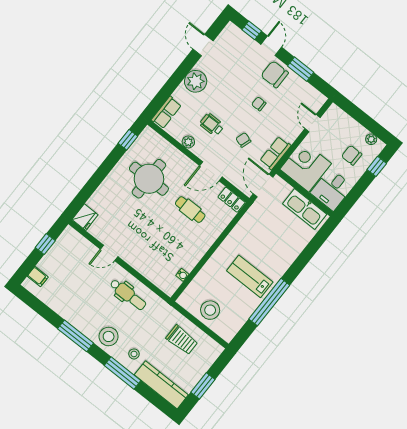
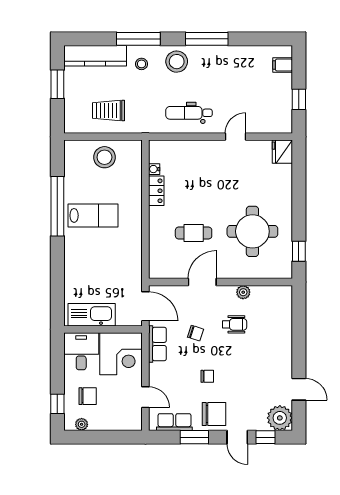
plant: (196, 81) -> (280, 418), moved
row of seats: (166, 112) -> (174, 422), moved, turned 90
locker: (231, 200) -> (156, 191), moved, turned 90

